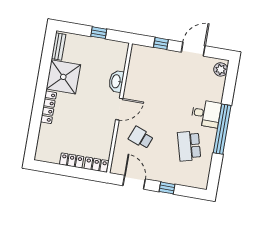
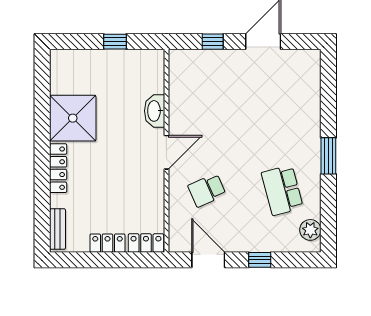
bench: (59, 47) -> (58, 229), moved
plant: (221, 69) -> (310, 230), moved
desk: (206, 114) -> (300, 136), removed
window: (222, 129) -> (328, 156), width x0.47
school desk: (141, 138) -> (207, 190), turned -45

